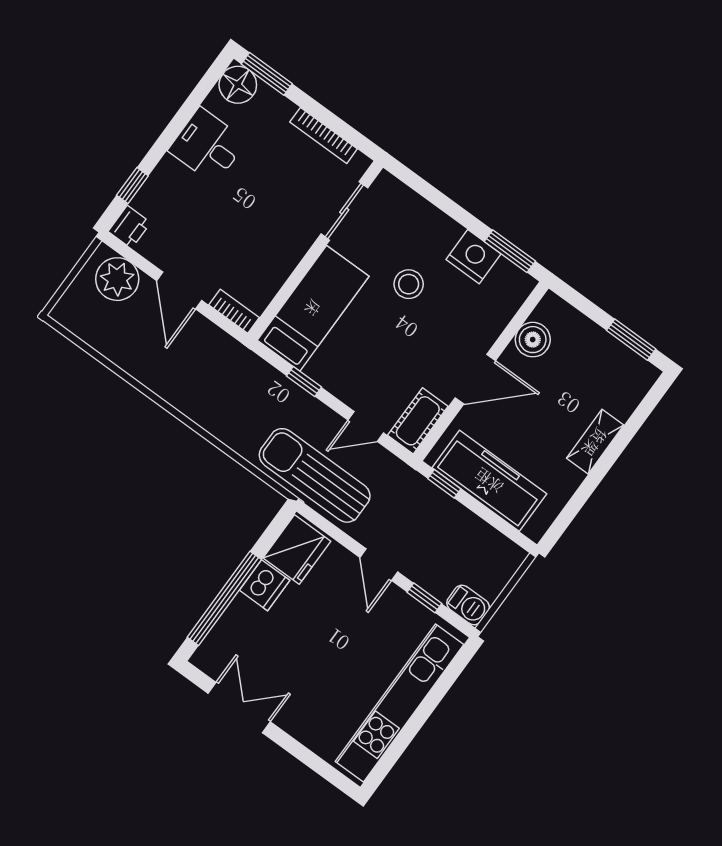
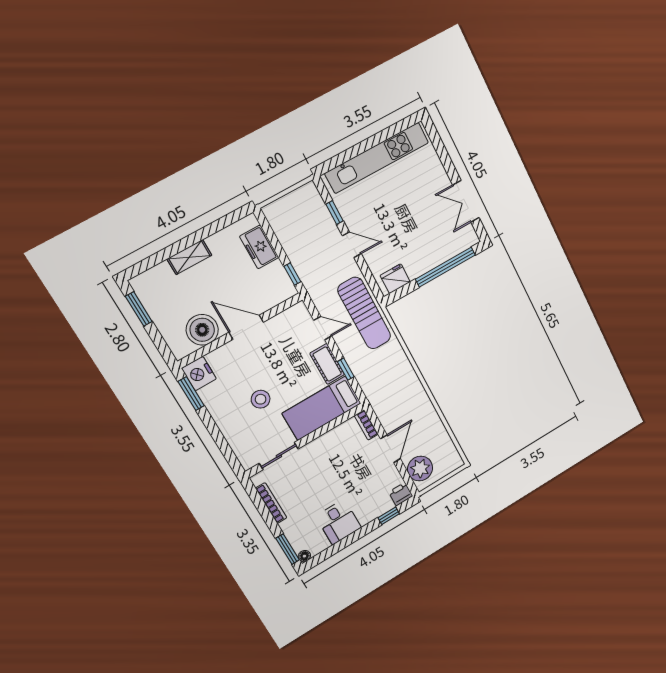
floor lamp: (238, 85) -> (304, 556), width x0.53, depth x0.53
nightstand: (474, 257) -> (199, 374), moved
boiler: (533, 340) -> (202, 330), width x1.37, depth x1.37
cot: (418, 421) -> (327, 364), moved, turned 90
freezer: (489, 481) -> (259, 247), width x0.52, depth x0.79
fridge: (297, 550) -> (395, 279), width x0.73, depth x0.75
door: (379, 565) -> (352, 245), hinge flipped
dishwasher: (265, 585) -> (420, 264), removed
barbecue: (468, 605) -> (311, 196), removed

